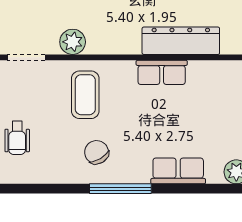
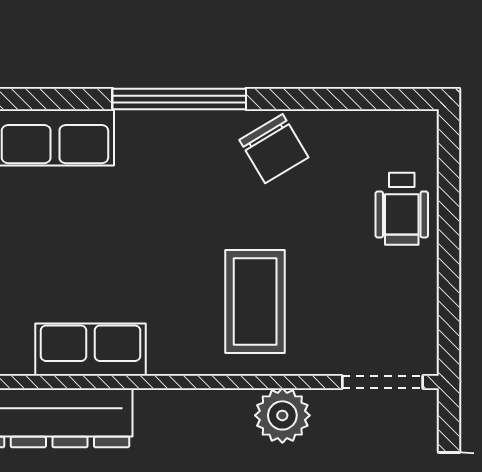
wheelchair: (17, 138) -> (402, 209), turned 180
chair: (97, 152) -> (274, 149), moved

